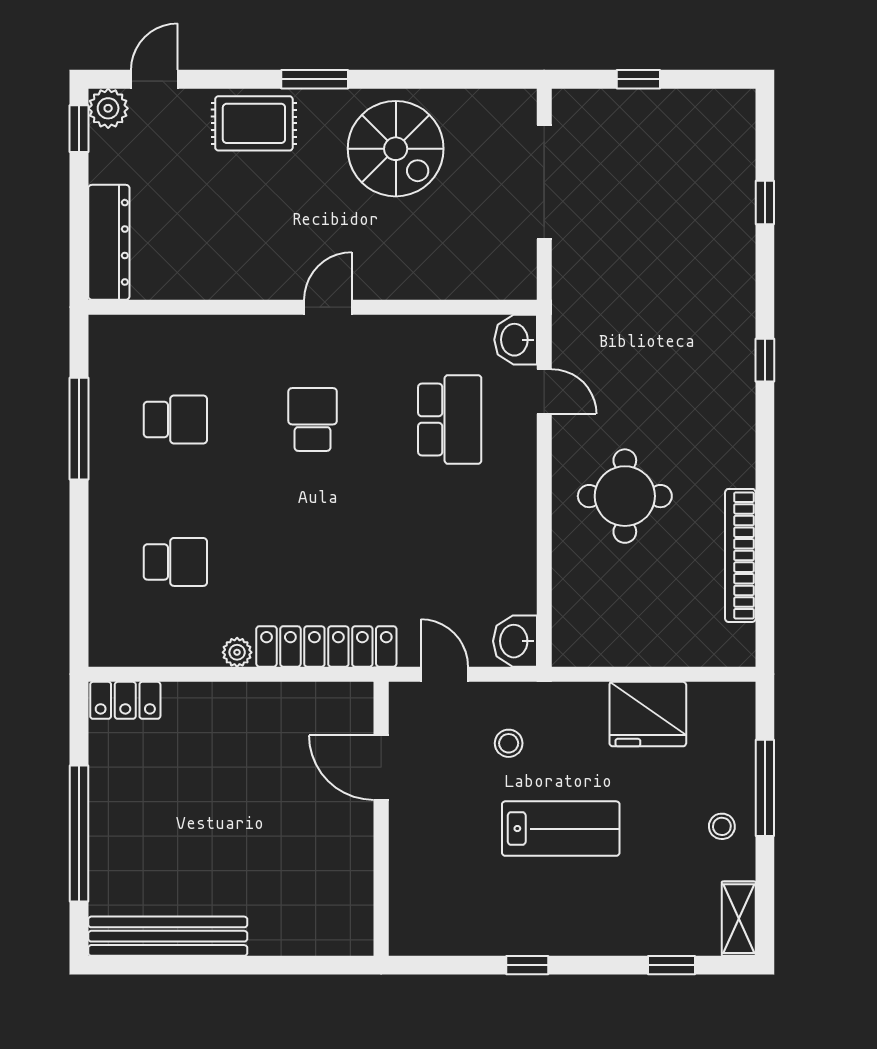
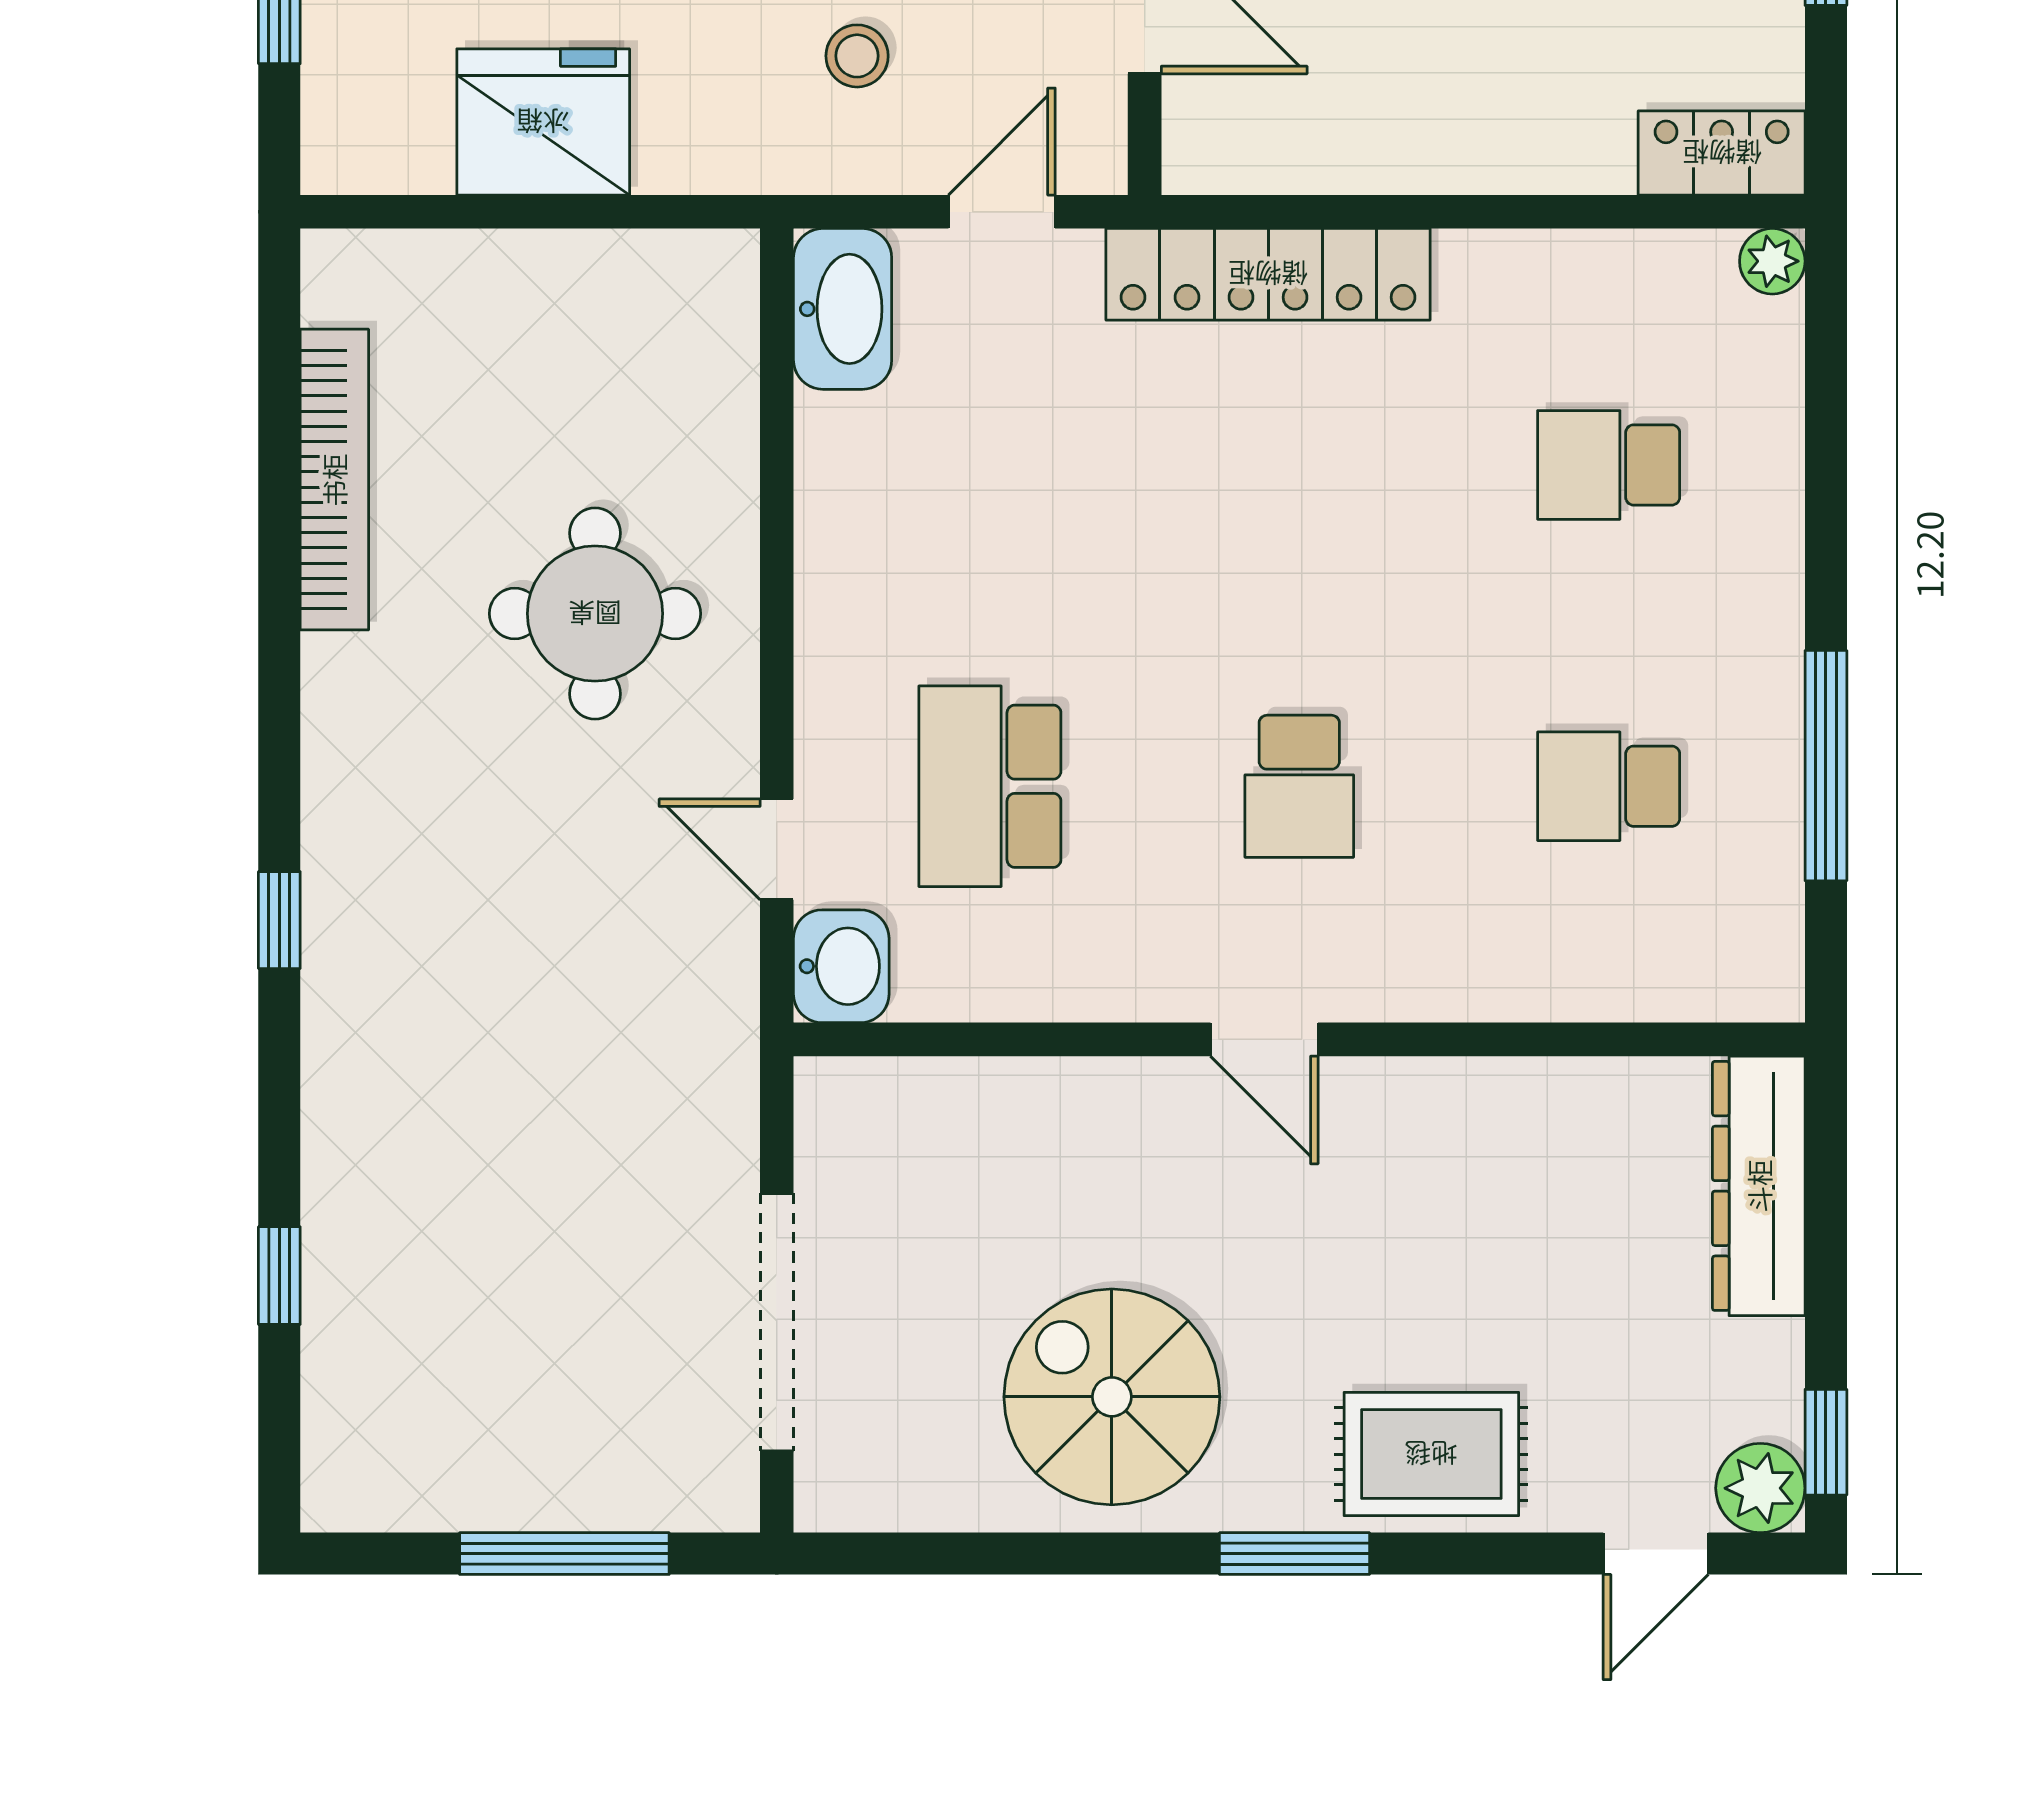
window: (638, 79) -> (564, 1554), width x2.17
door: (328, 307) -> (1264, 1039), hinge flipped
washbasin: (515, 641) -> (843, 309), width x1.38
plant: (237, 652) -> (1772, 261), moved
door: (444, 674) -> (1002, 212), swing flipped

